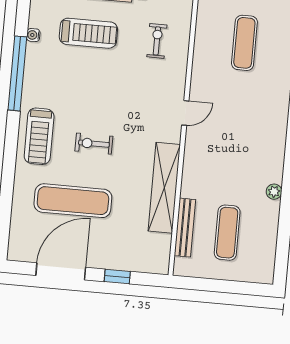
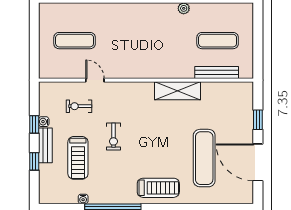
treadmill: (88, 33) -> (78, 158), turned 180
door: (185, 113) -> (95, 80), moved
exercise bike: (94, 144) -> (113, 137), moved
shelving: (164, 188) -> (178, 91), width x0.68

